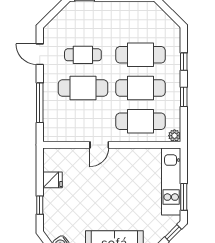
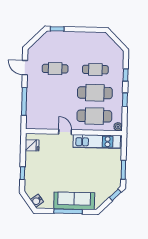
cafe table: (141, 55) -> (95, 70), width x0.73, depth x0.74
cafe table: (83, 88) -> (55, 92), removed
door: (99, 145) -> (65, 132), swing flipped
fridge: (53, 180) -> (32, 145), moved
kitchen unit: (171, 182) -> (97, 141), moved, turned -90

